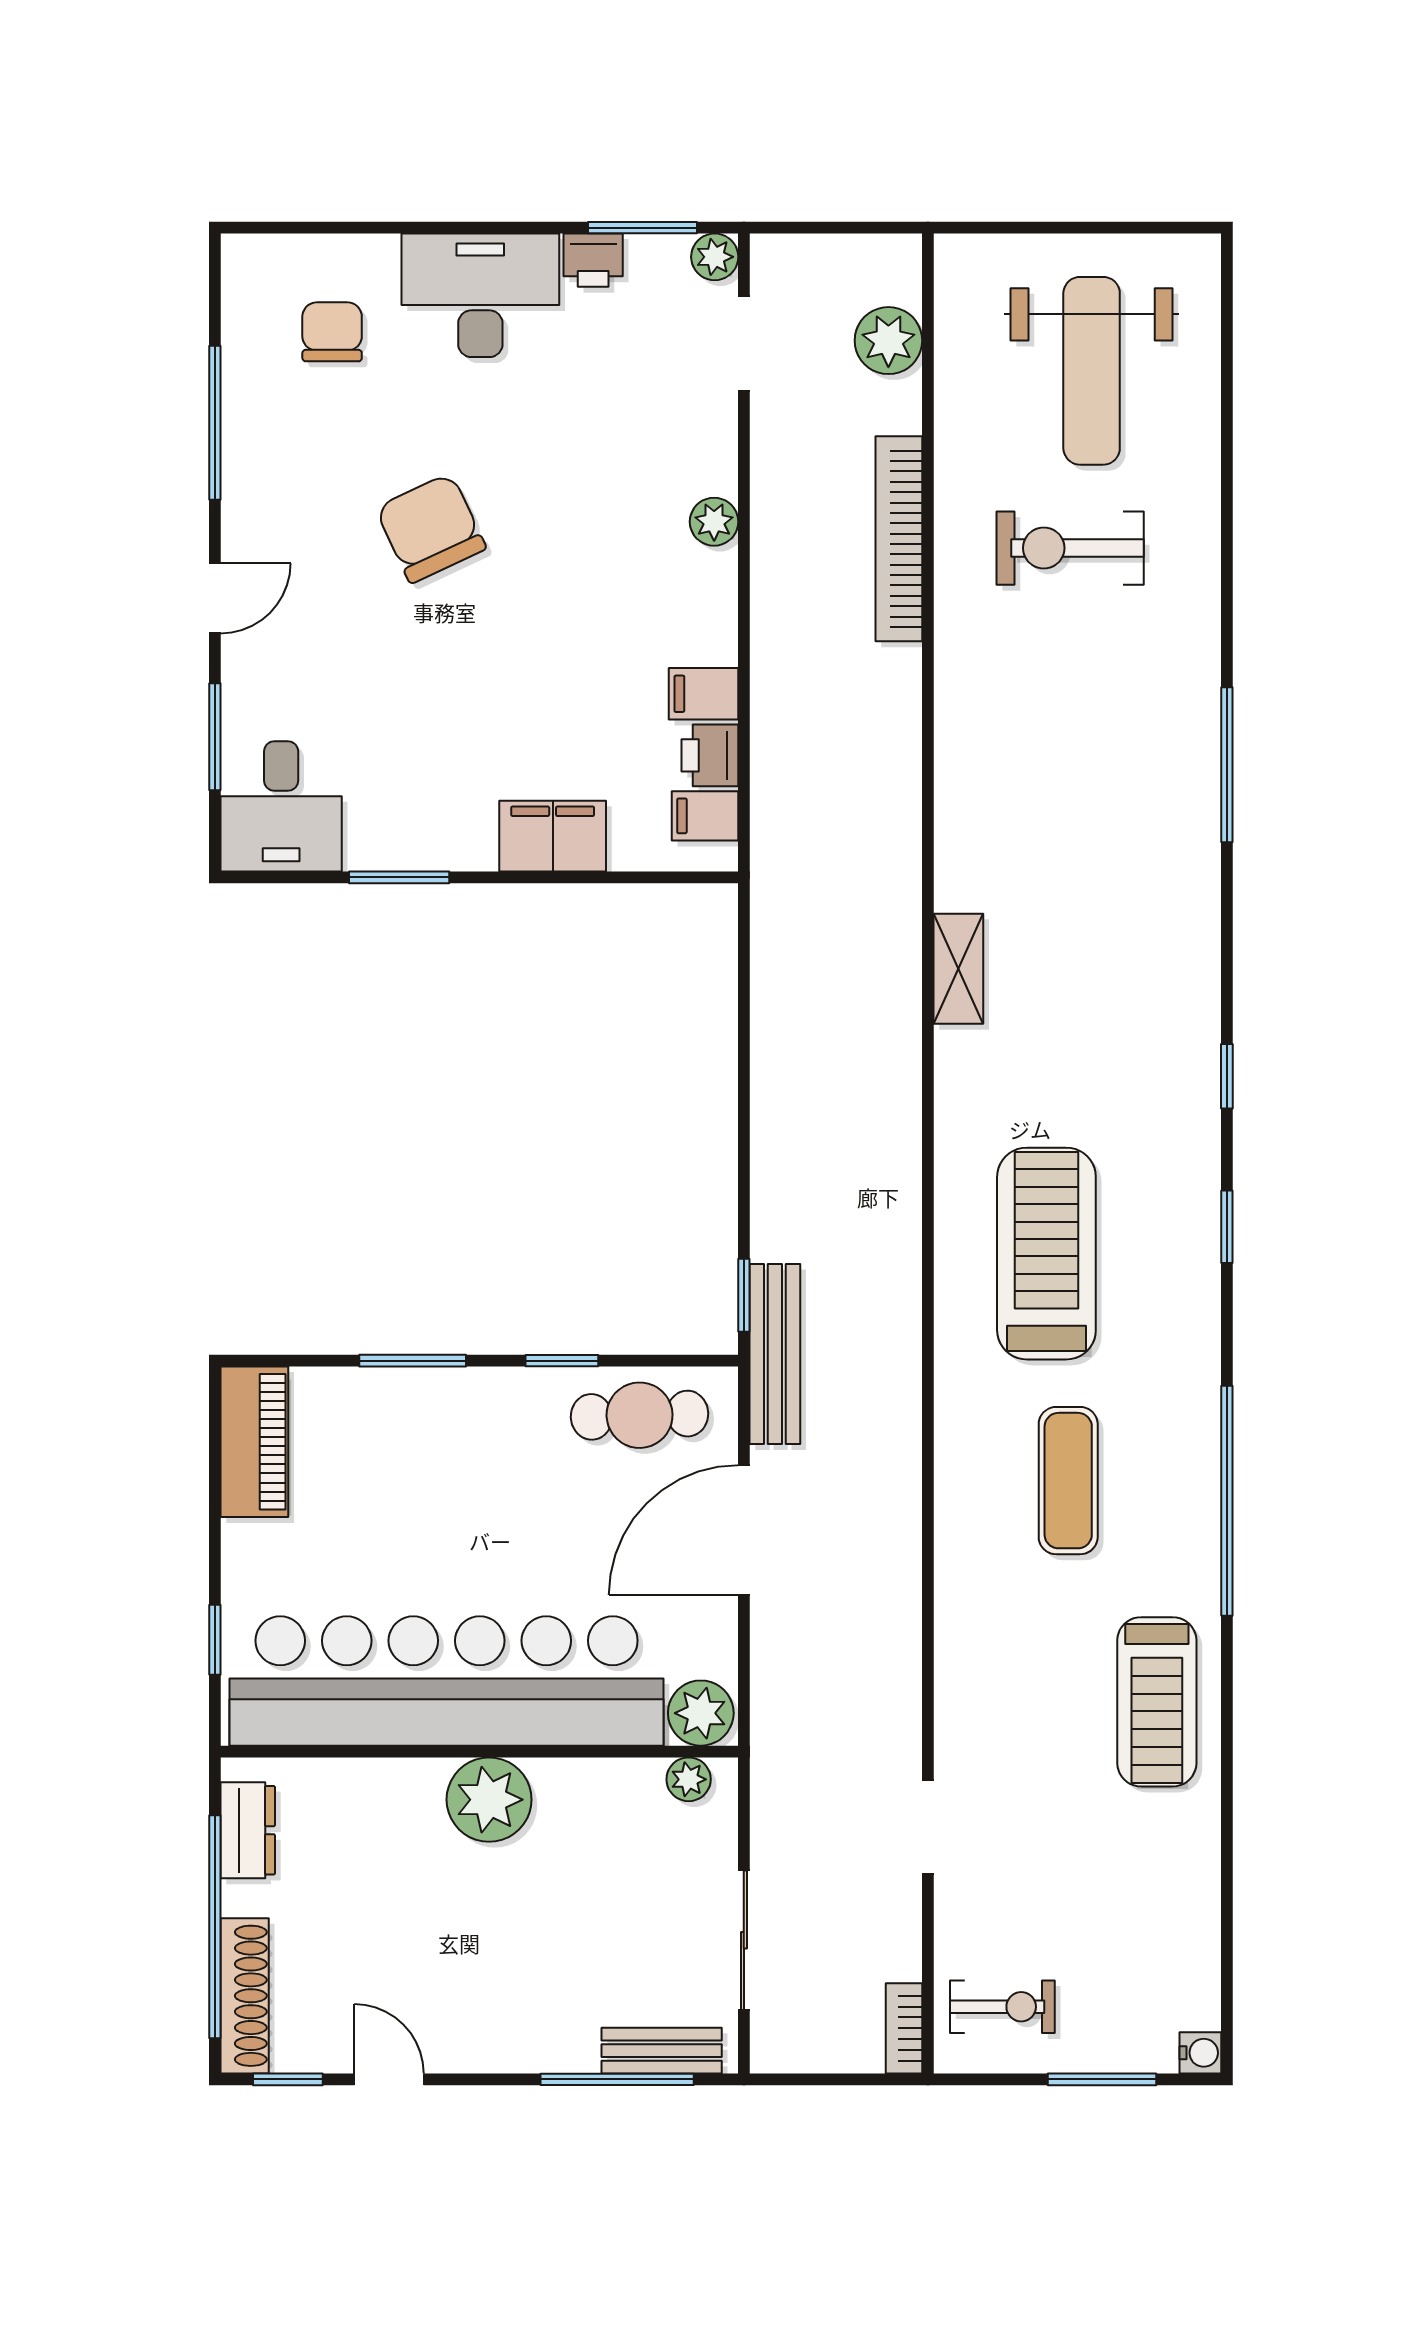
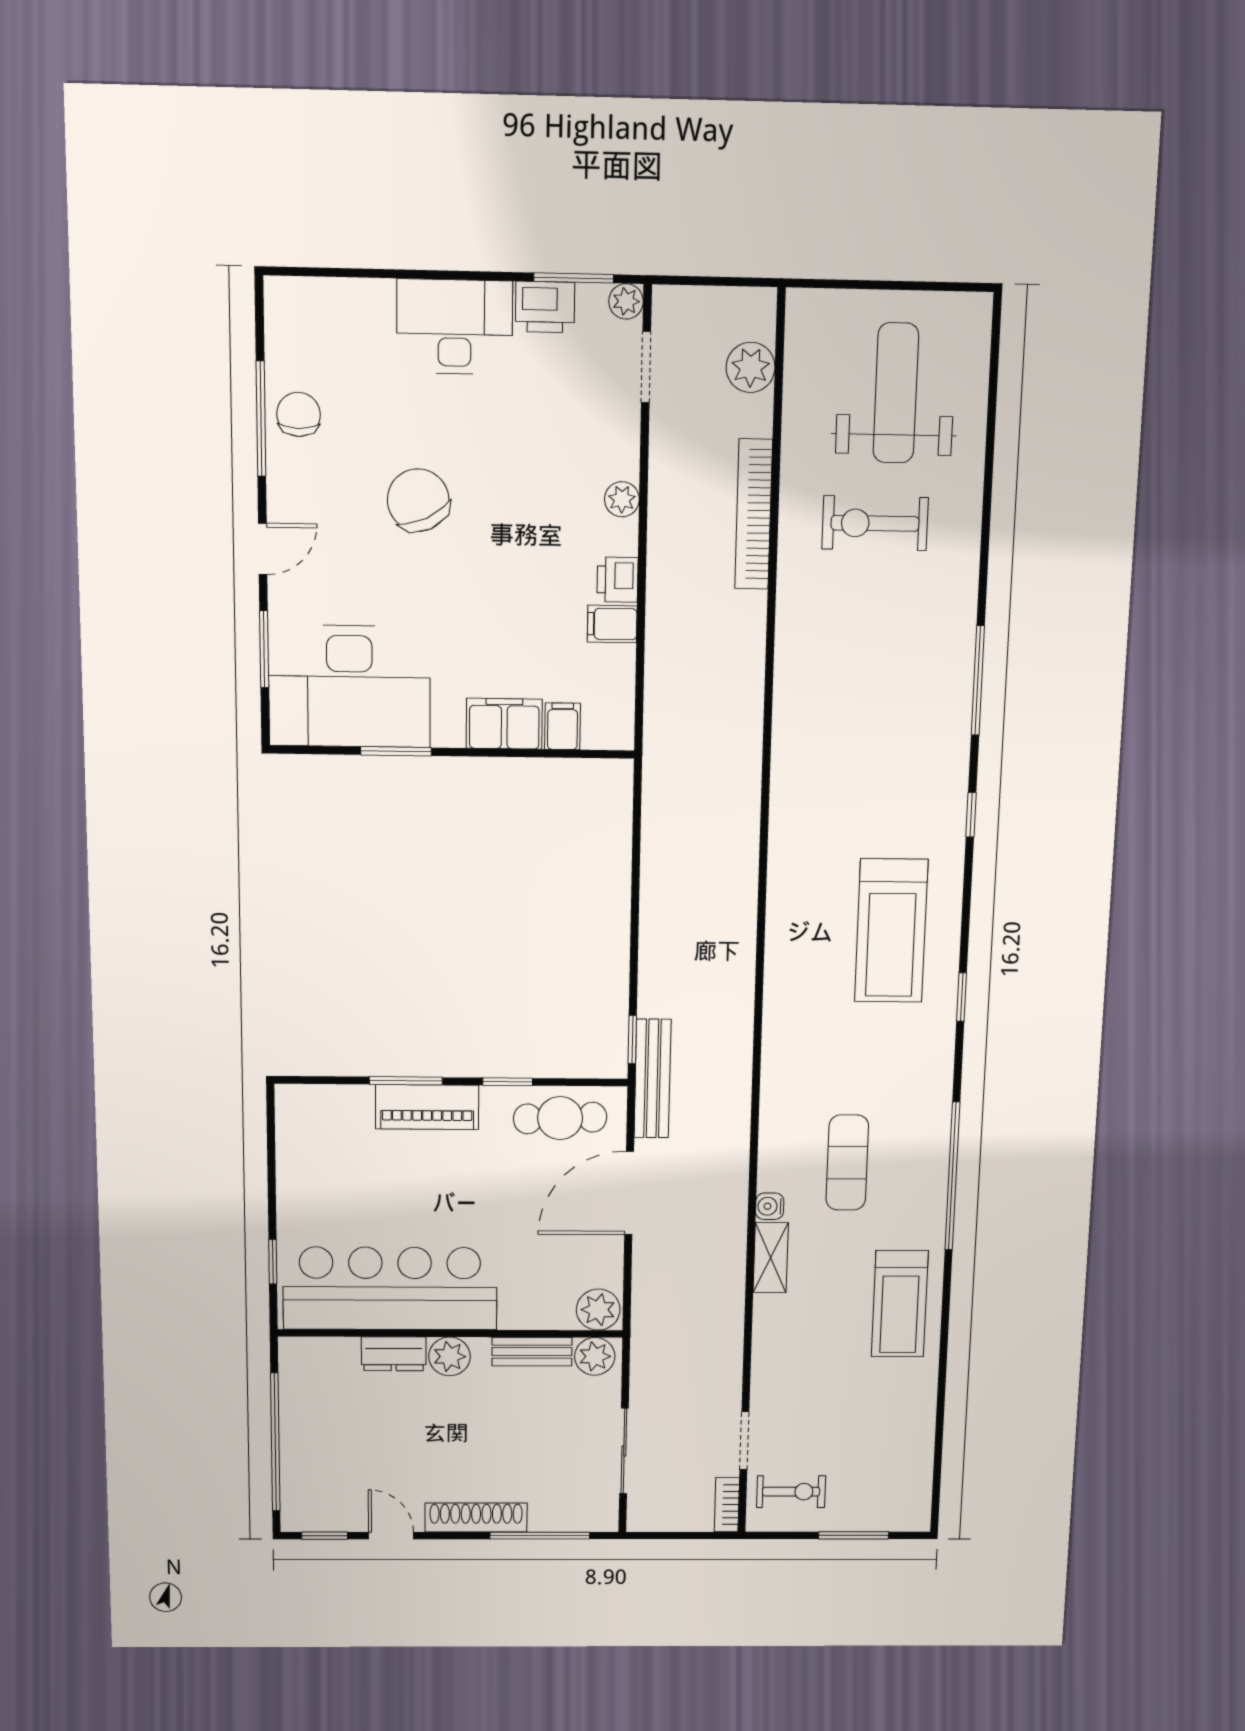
printer: (593, 260) -> (545, 307), width x1.36, depth x1.24
chair: (332, 332) -> (299, 414), moved
weight bench: (1092, 371) -> (896, 393), turned 180
printer: (710, 755) -> (617, 580), moved
desk: (281, 806) -> (349, 686), width x1.87, depth x1.30
filing cabinet: (705, 816) -> (562, 726), moved, turned 90
shelving: (958, 969) -> (771, 1258), moved
window: (1227, 1076) -> (971, 815), moved
treadmill: (1046, 1254) -> (891, 931), moved, turned 180
piano: (254, 1442) -> (427, 1107), moved, turned 90
bar counter: (447, 1681) -> (390, 1288), width x0.73
plant: (689, 1779) -> (595, 1356), width x1.38, depth x1.38
plant: (489, 1800) -> (449, 1356), width x0.73, depth x0.73
doorway: (928, 1827) -> (744, 1441), moved
dresser: (248, 1830) -> (394, 1354), moved, turned 90
shoe rack: (245, 1996) -> (476, 1518), moved, turned -90
bench: (662, 2051) -> (532, 1352), moved
water cooler: (1200, 2053) -> (770, 1206), moved, turned 180

